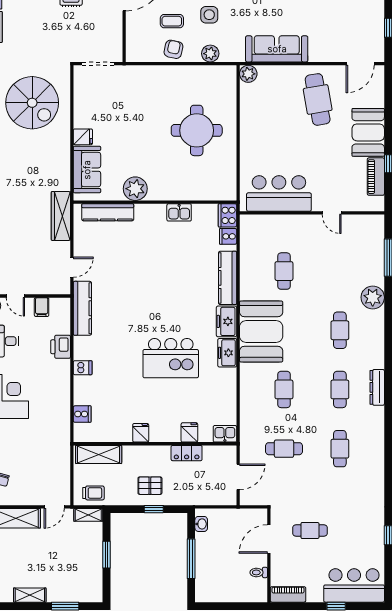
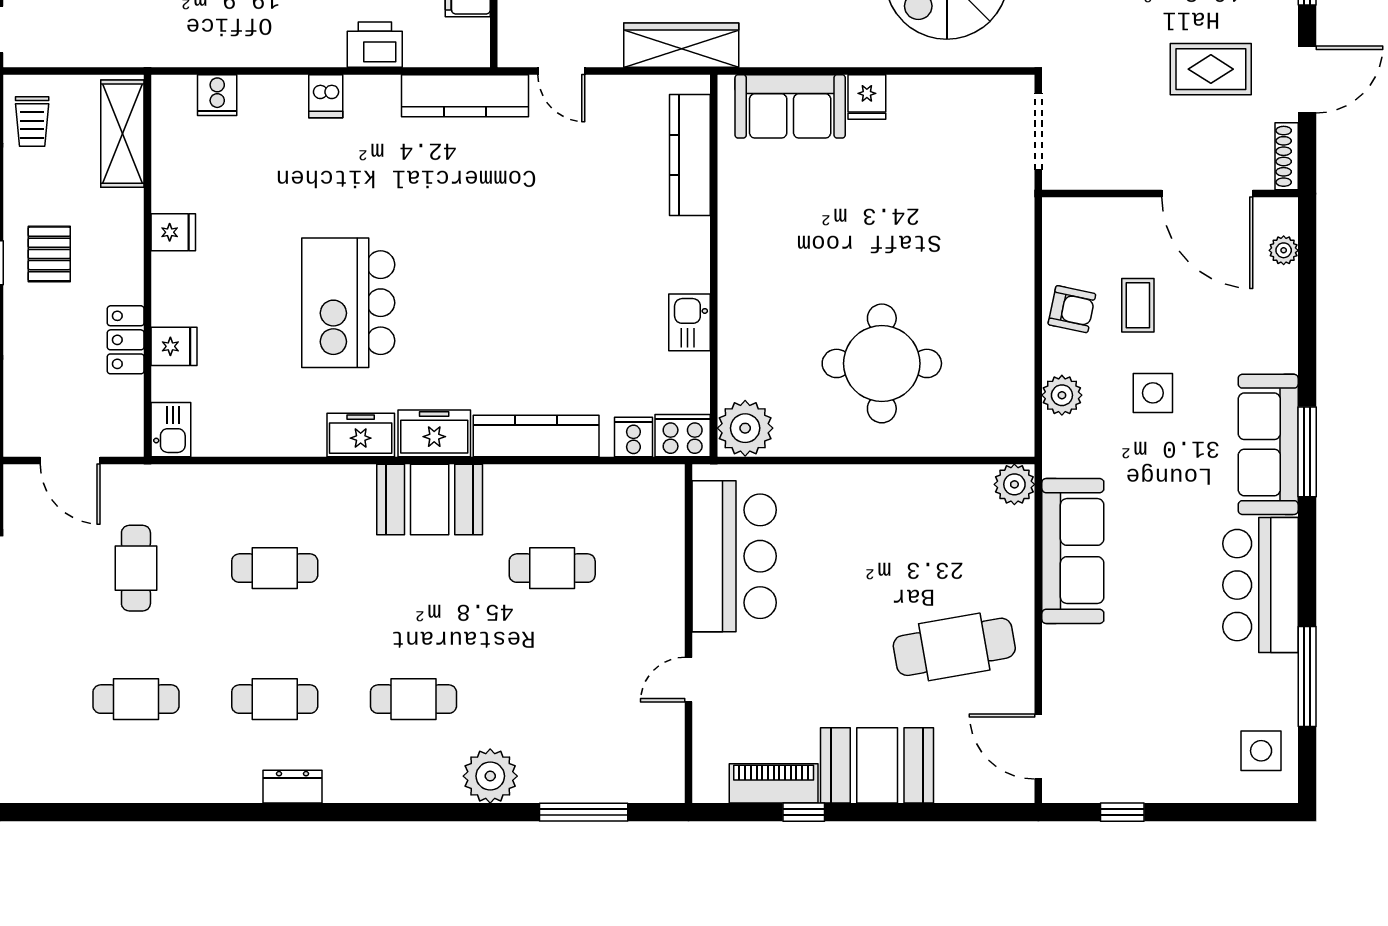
plant: (135, 189) -> (745, 428), moved
booth: (261, 331) -> (430, 499), width x0.73, depth x0.70
dresser: (377, 387) -> (292, 787), width x0.70

